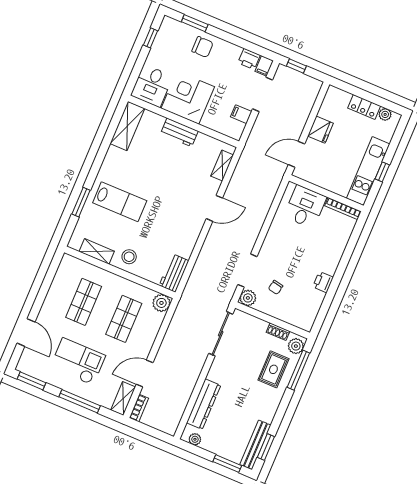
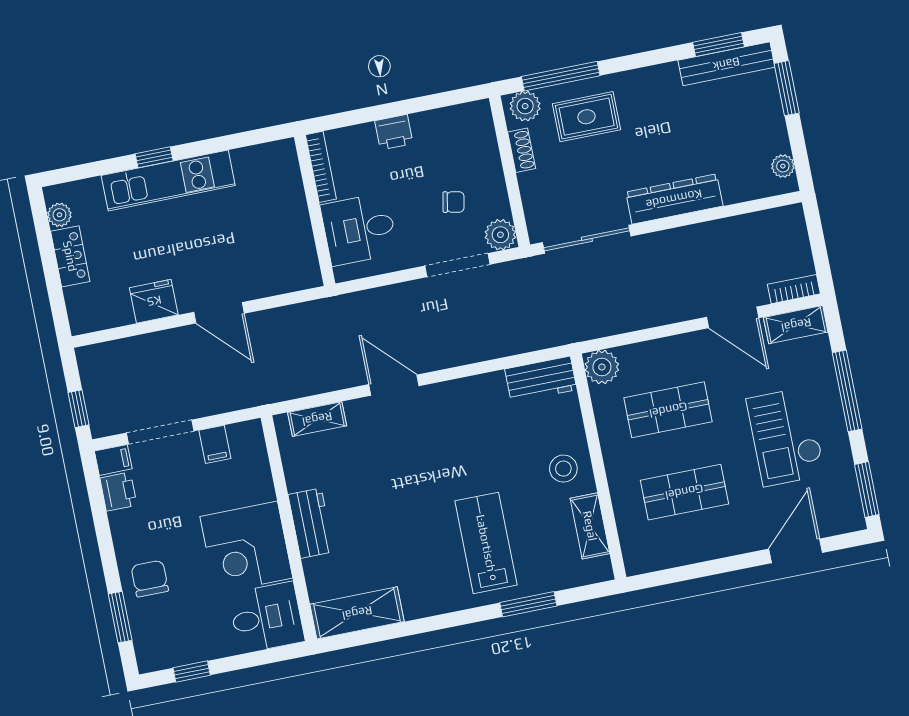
wall: (326, 193) -> (315, 210), moved
desk: (305, 207) -> (359, 229), moved
bookcase: (343, 209) -> (321, 167), moved
dresser: (204, 404) -> (674, 199), moved

